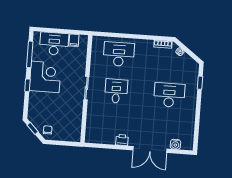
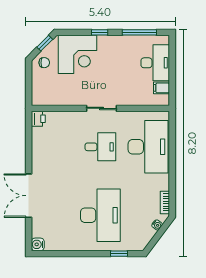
desk: (119, 54) -> (148, 147), width x1.36, depth x1.30
corner desk: (45, 77) -> (77, 54), moved
desk: (169, 95) -> (100, 215), width x1.36, depth x1.30
printer: (122, 140) -> (38, 119), moved
water cooler: (175, 144) -> (38, 244), moved

